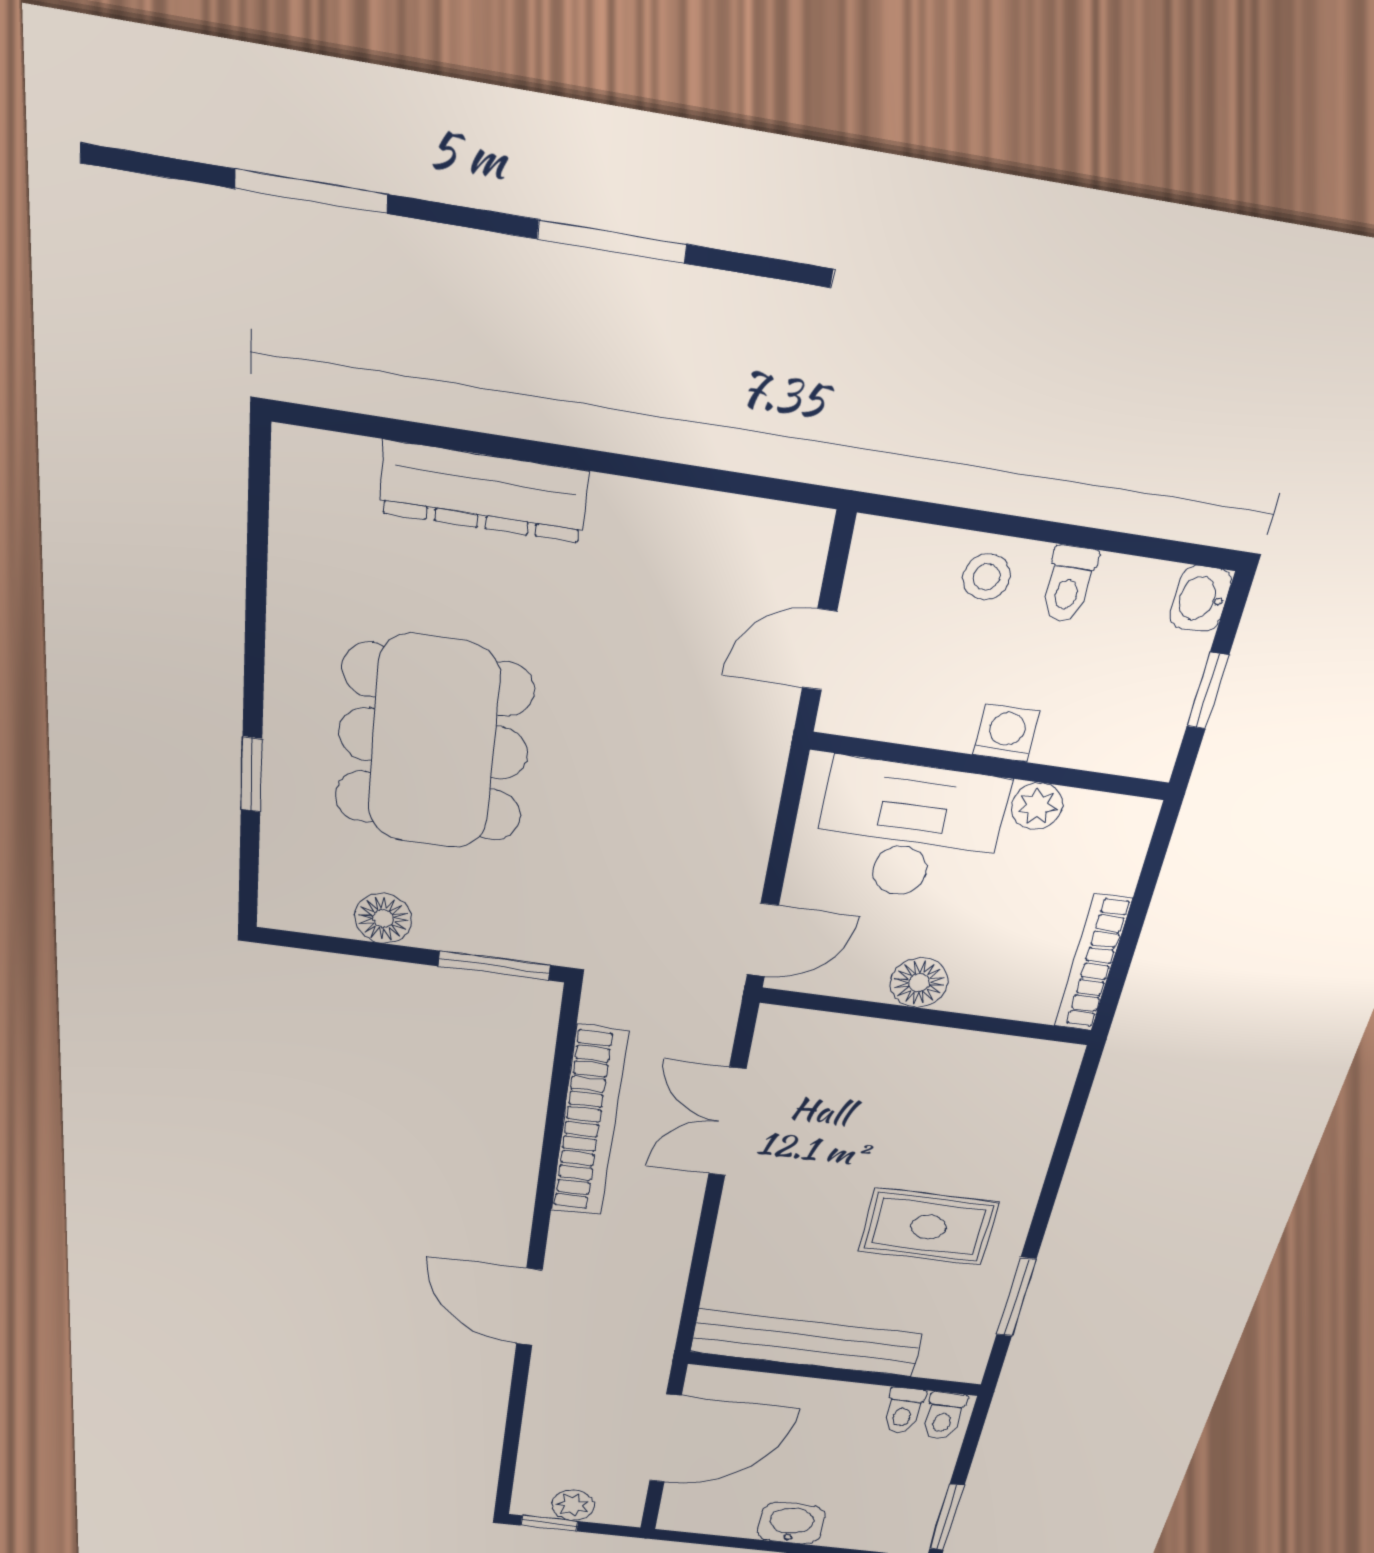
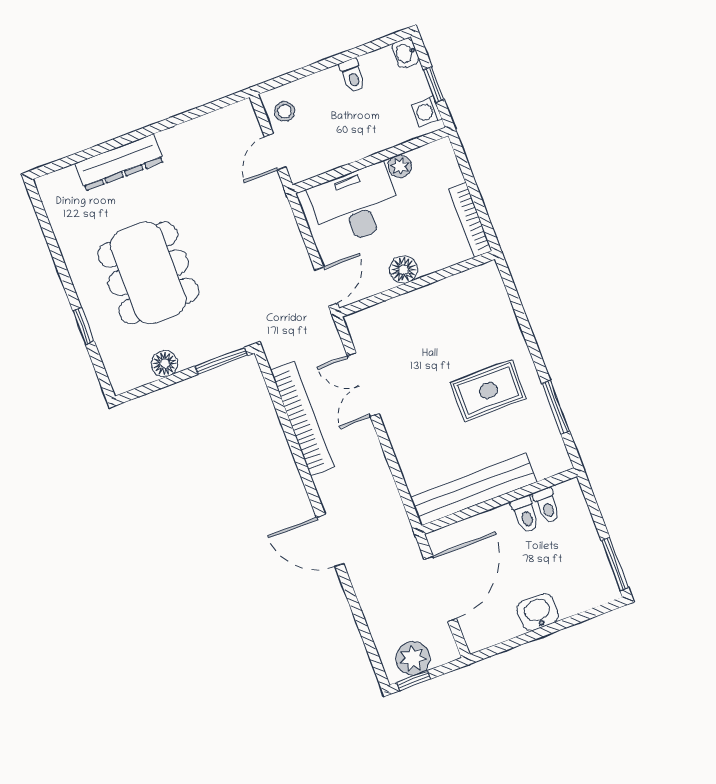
stool: (987, 577) -> (285, 111), moved
washing machine: (1006, 733) -> (426, 112), moved, turned -90
toilet: (944, 1416) -> (525, 514), moved
plant: (573, 1505) -> (413, 658), width x1.38, depth x1.38

